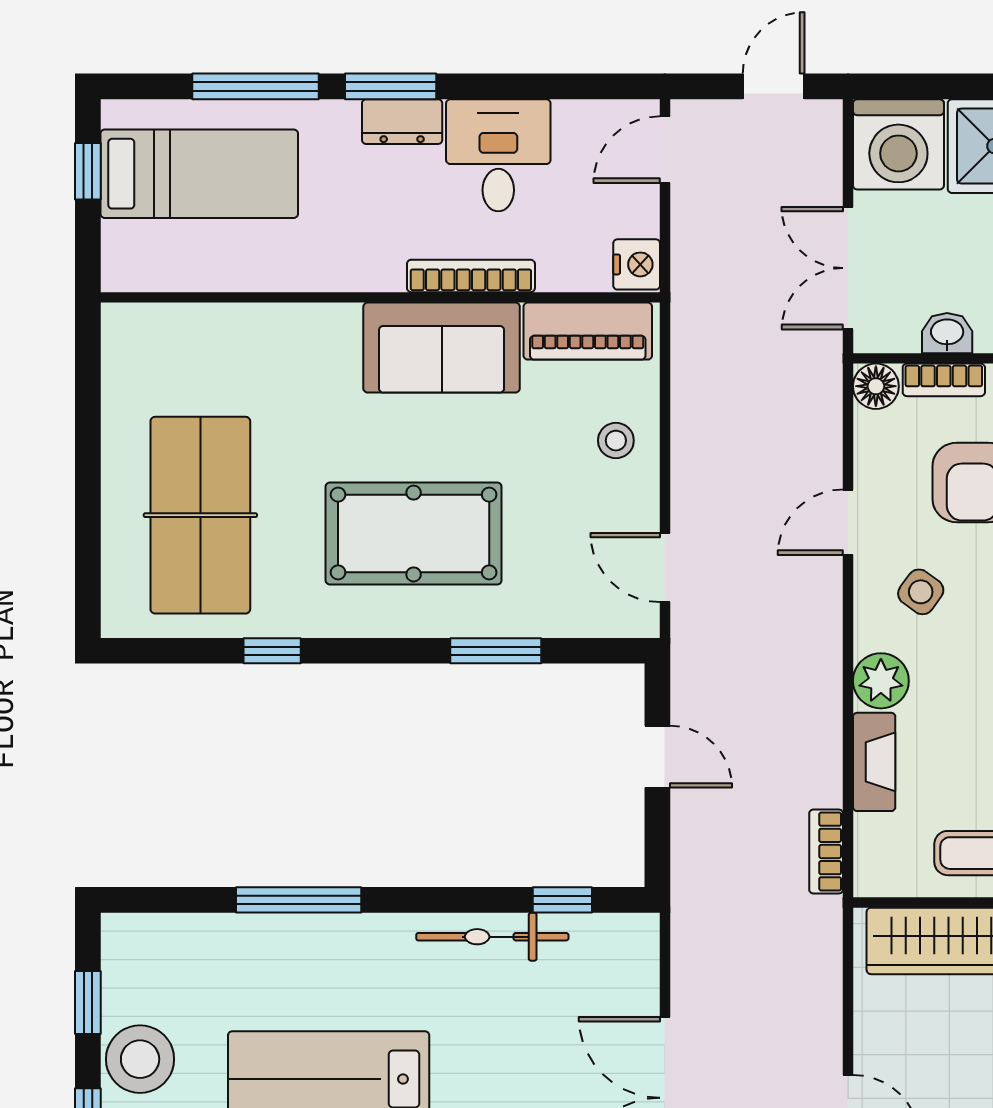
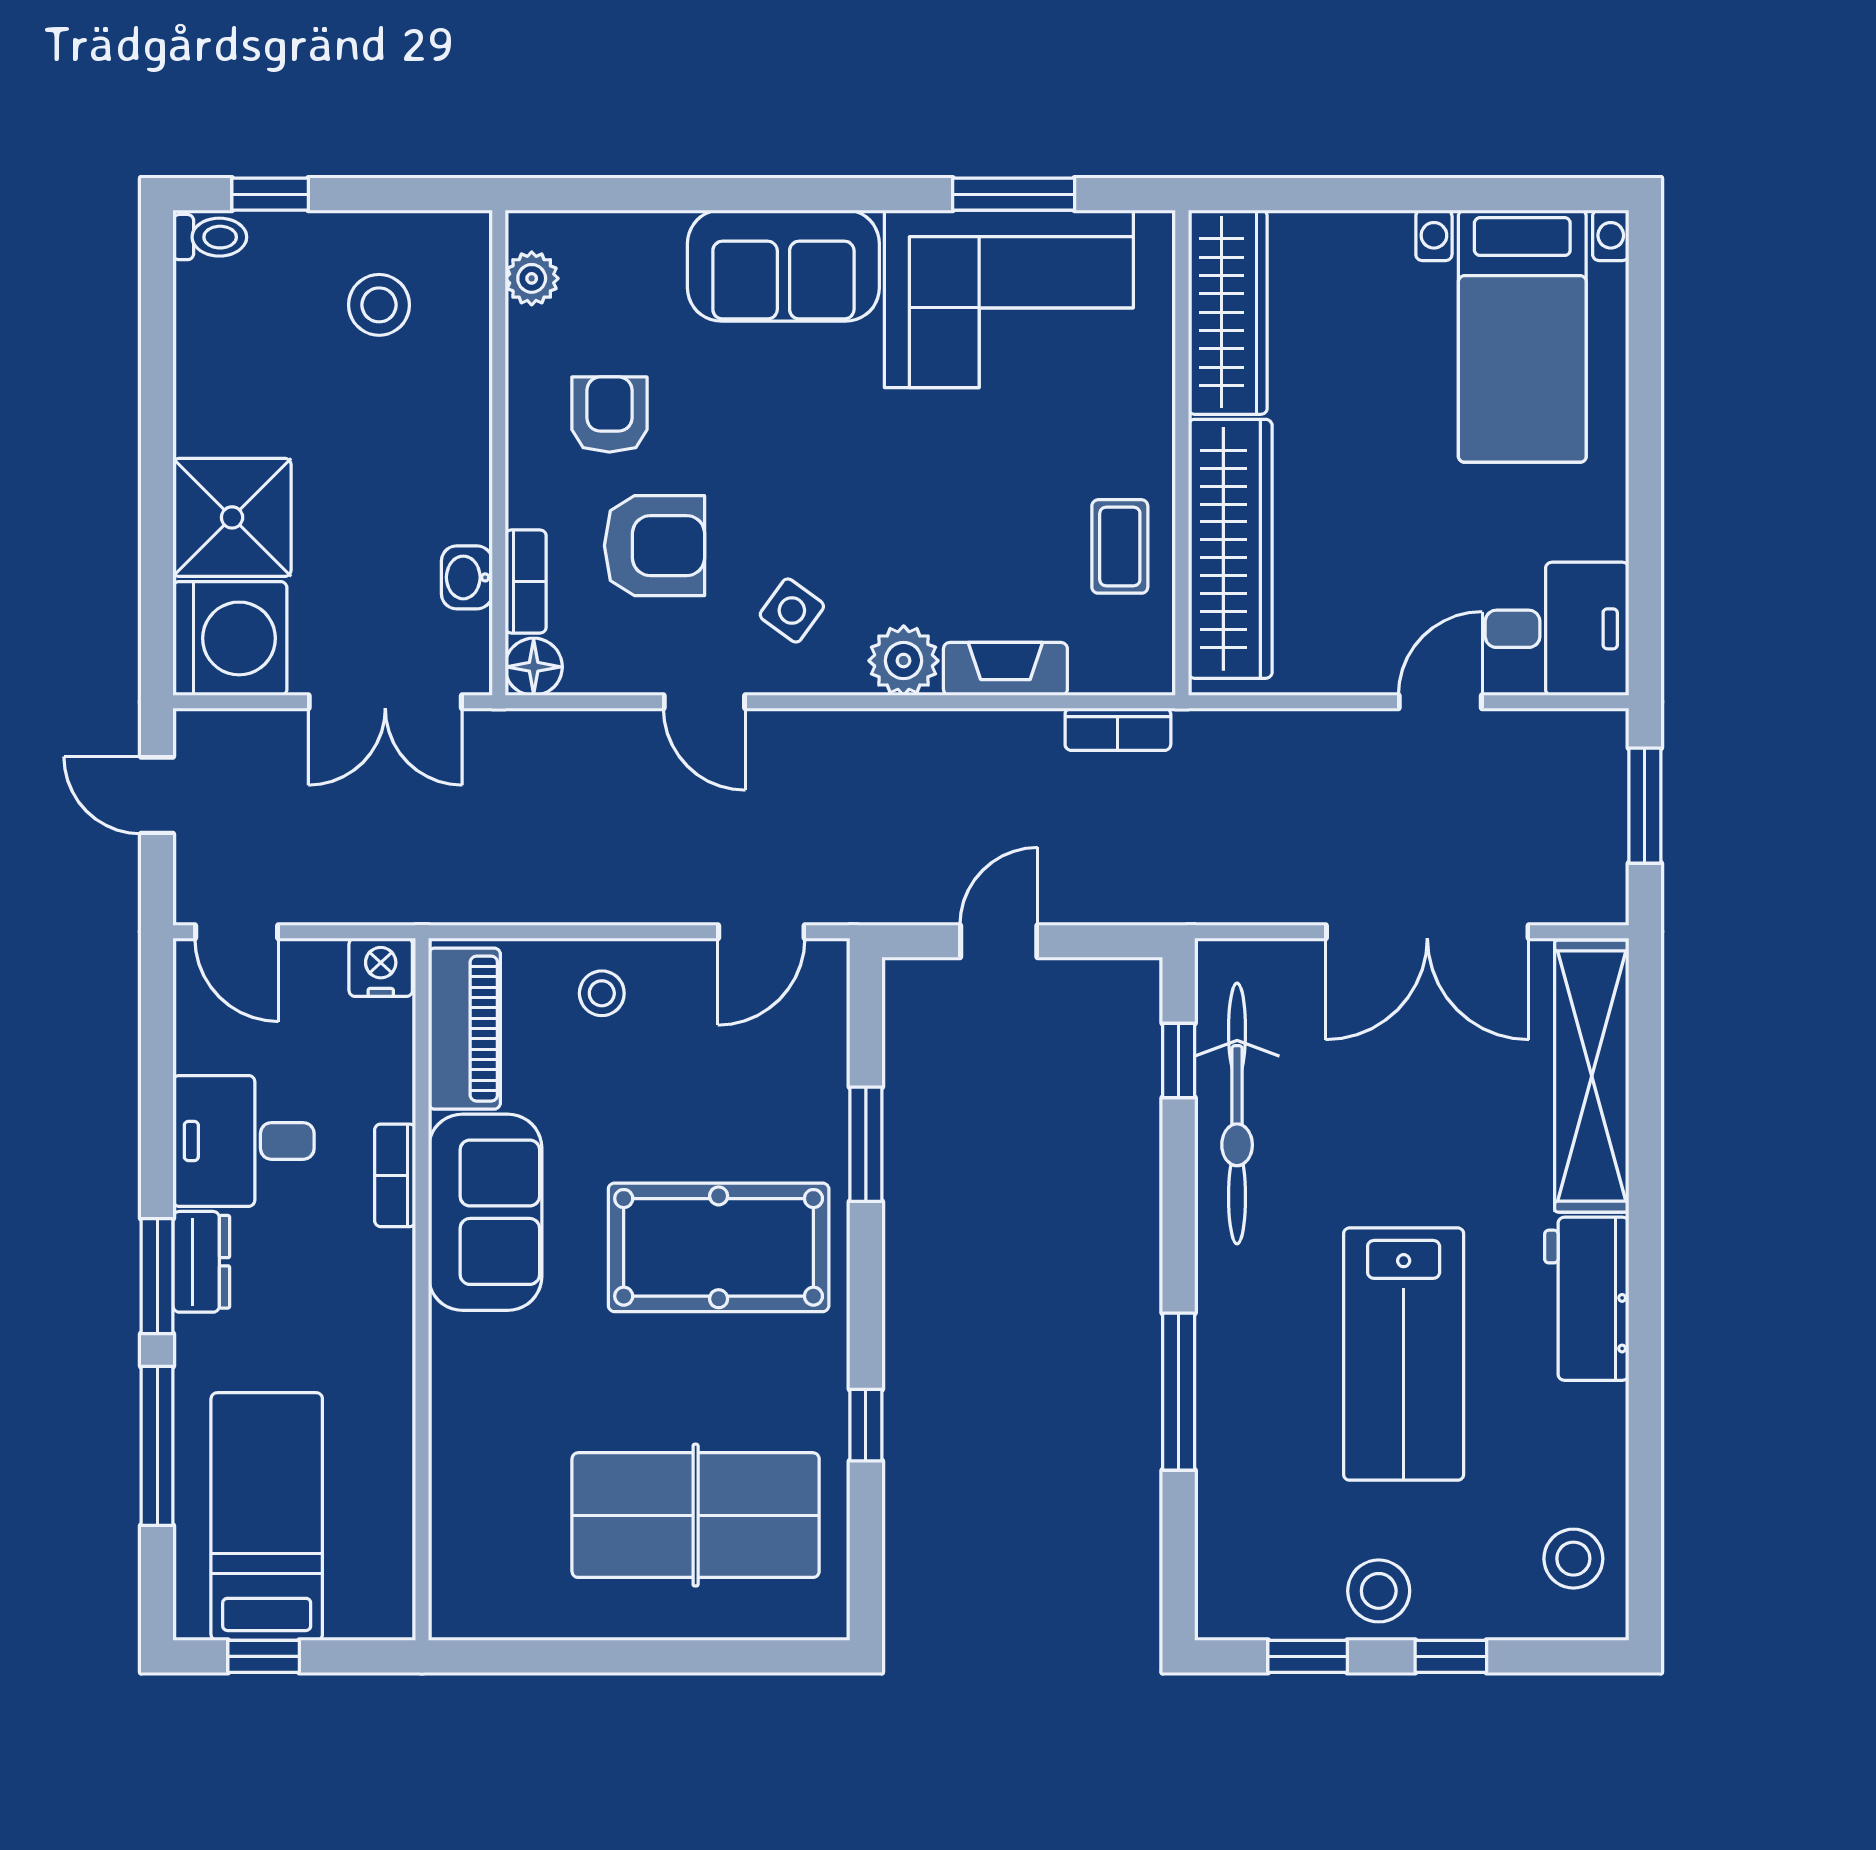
bookcase: (471, 276) -> (395, 1175), width x0.64
pool table: (414, 534) -> (719, 1247), turned 90
bicycle: (492, 937) -> (1237, 1113), width x1.37, depth x1.40
stool: (140, 1059) -> (1379, 1591), width x0.73, depth x0.73

